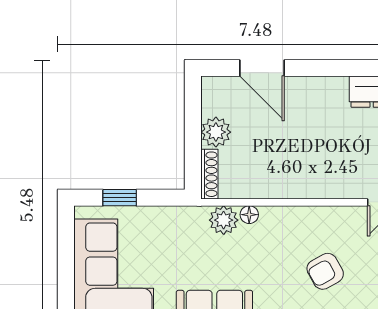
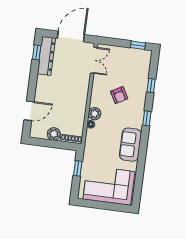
window: (120, 198) -> (78, 168), moved
plant: (224, 220) -> (95, 114), moved

